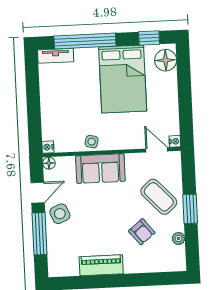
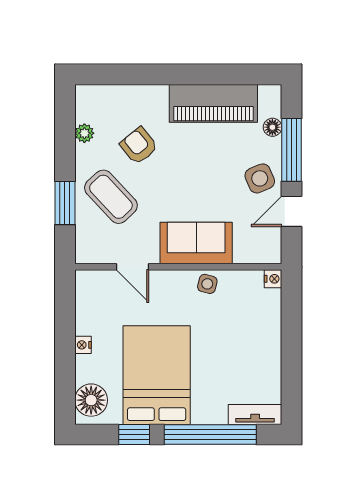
window: (149, 38) -> (134, 434), moved
nightstand: (175, 141) -> (83, 345), moved
door: (157, 150) -> (132, 267), moved
floor lamp: (49, 163) -> (272, 127), moved
window: (190, 209) -> (65, 203), moved
piano: (101, 265) -> (213, 103), width x1.37, depth x1.33

